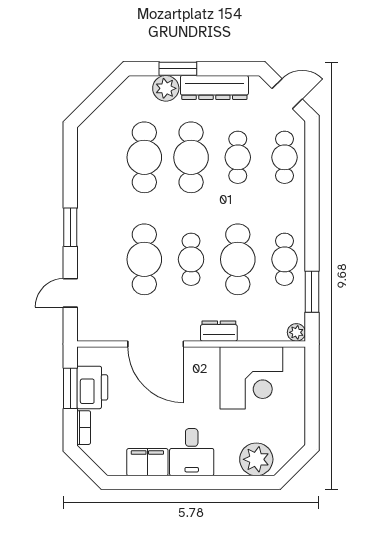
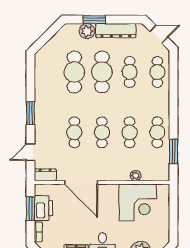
cafe table: (144, 259) -> (74, 132), width x0.73, depth x0.74
cafe table: (238, 259) -> (130, 132), width x0.73, depth x0.74
dresser: (219, 331) -> (45, 175), moved
plant: (296, 332) -> (136, 176), moved

